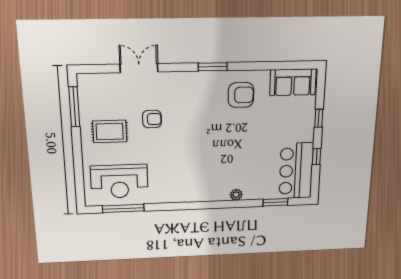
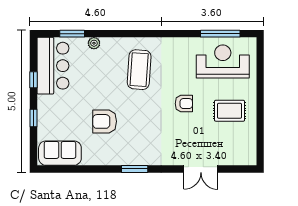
armchair: (241, 95) -> (105, 121), moved
window: (74, 107) -> (260, 135), removed
armchair: (152, 119) -> (184, 104), moved, turned 180
coffee table: (208, 170) -> (139, 70), added
plant: (236, 195) -> (94, 43), moved

